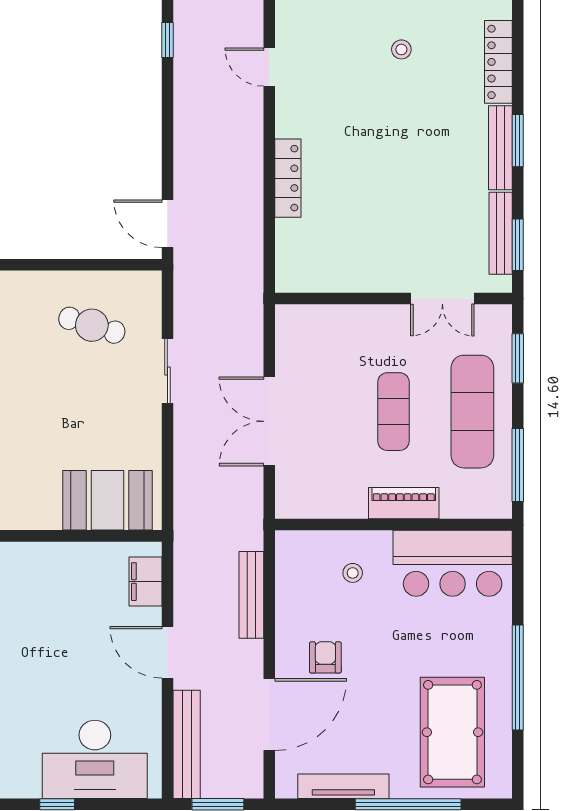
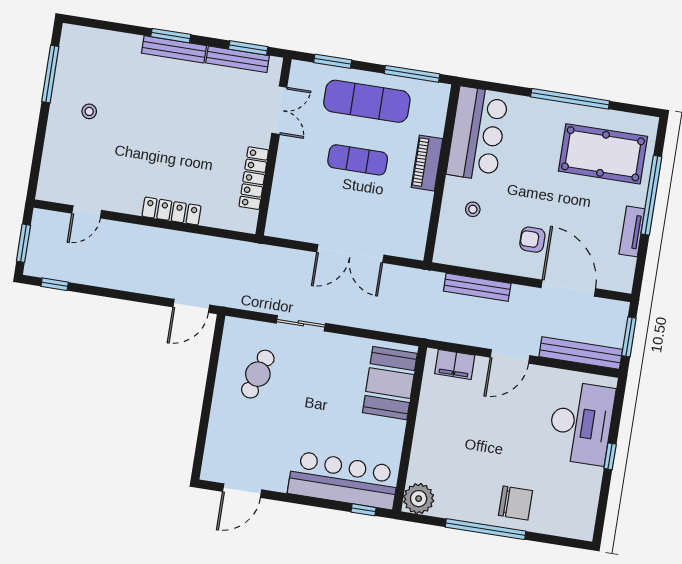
locker: (498, 62) -> (254, 178), moved, turned 90
tv unit: (343, 786) -> (632, 231), width x0.71

